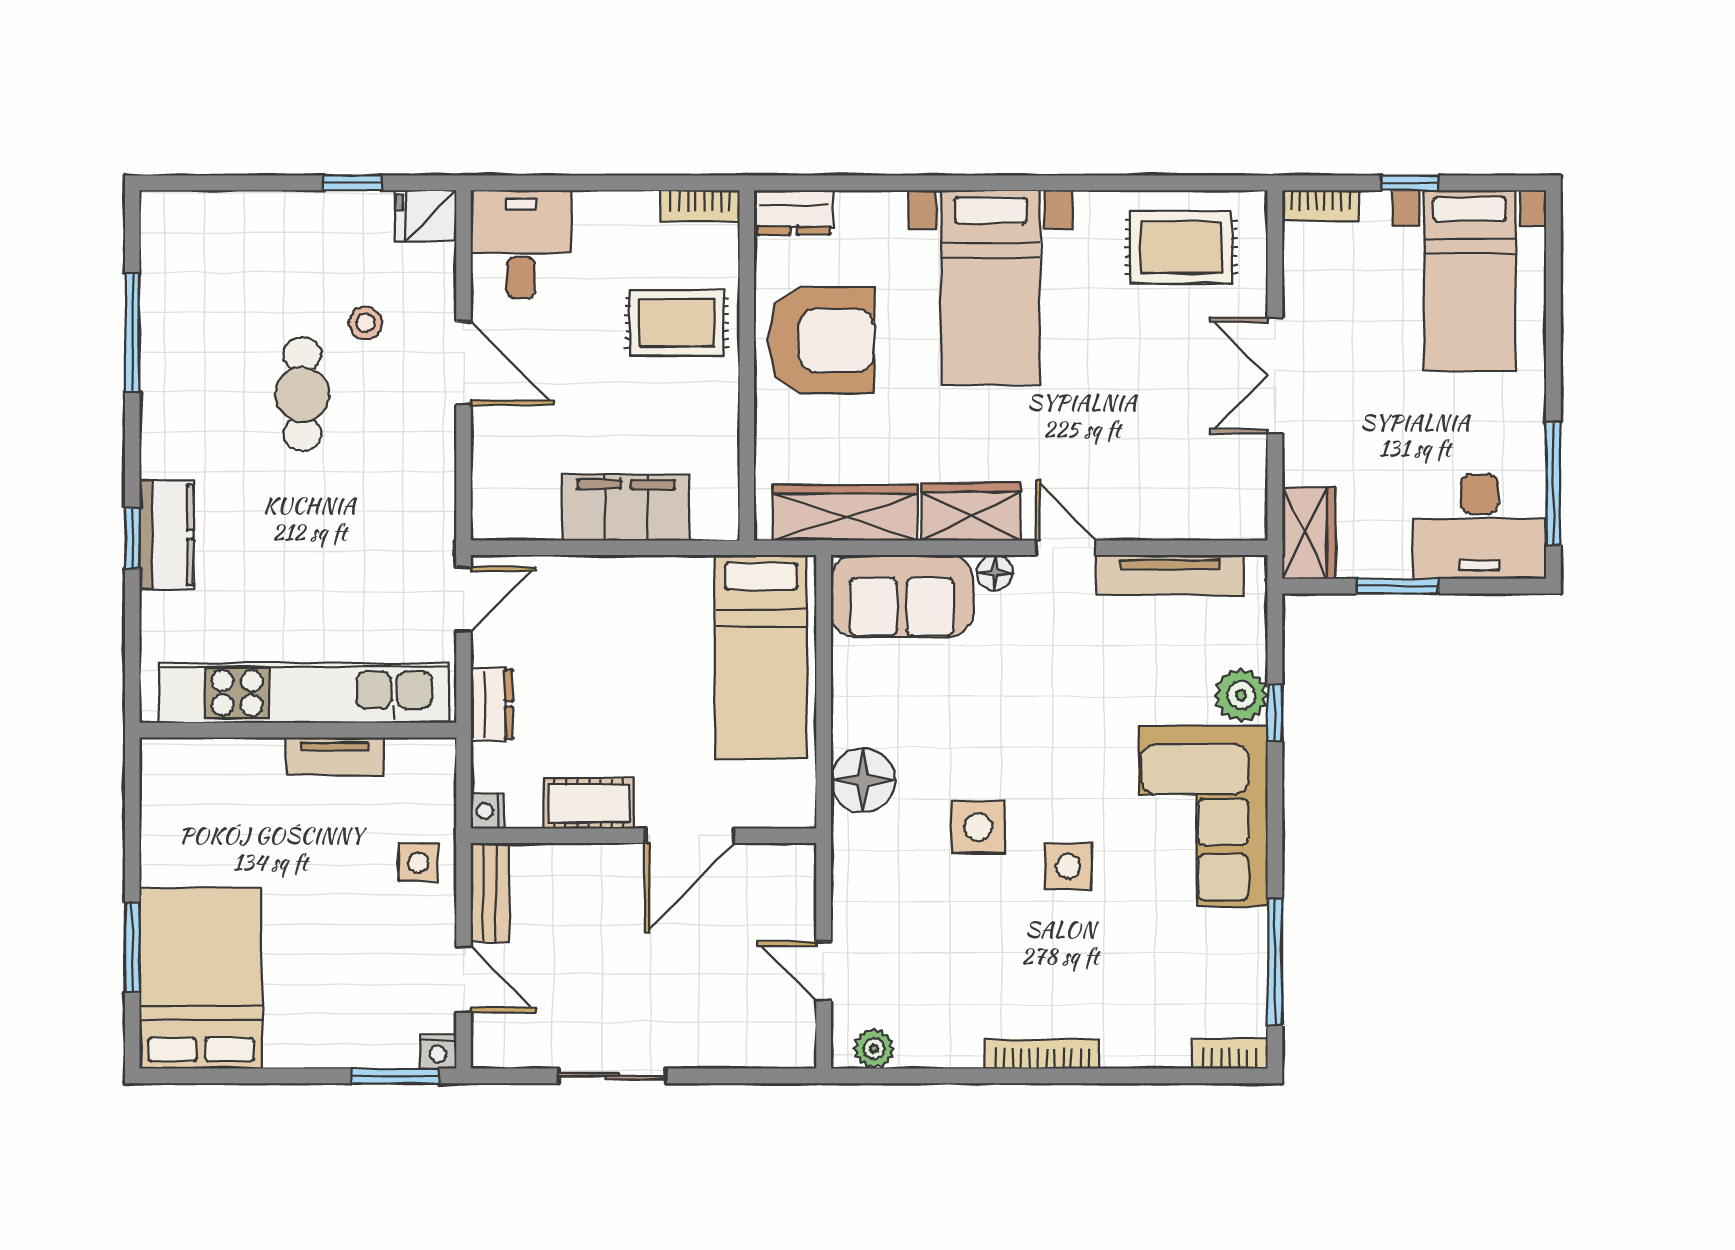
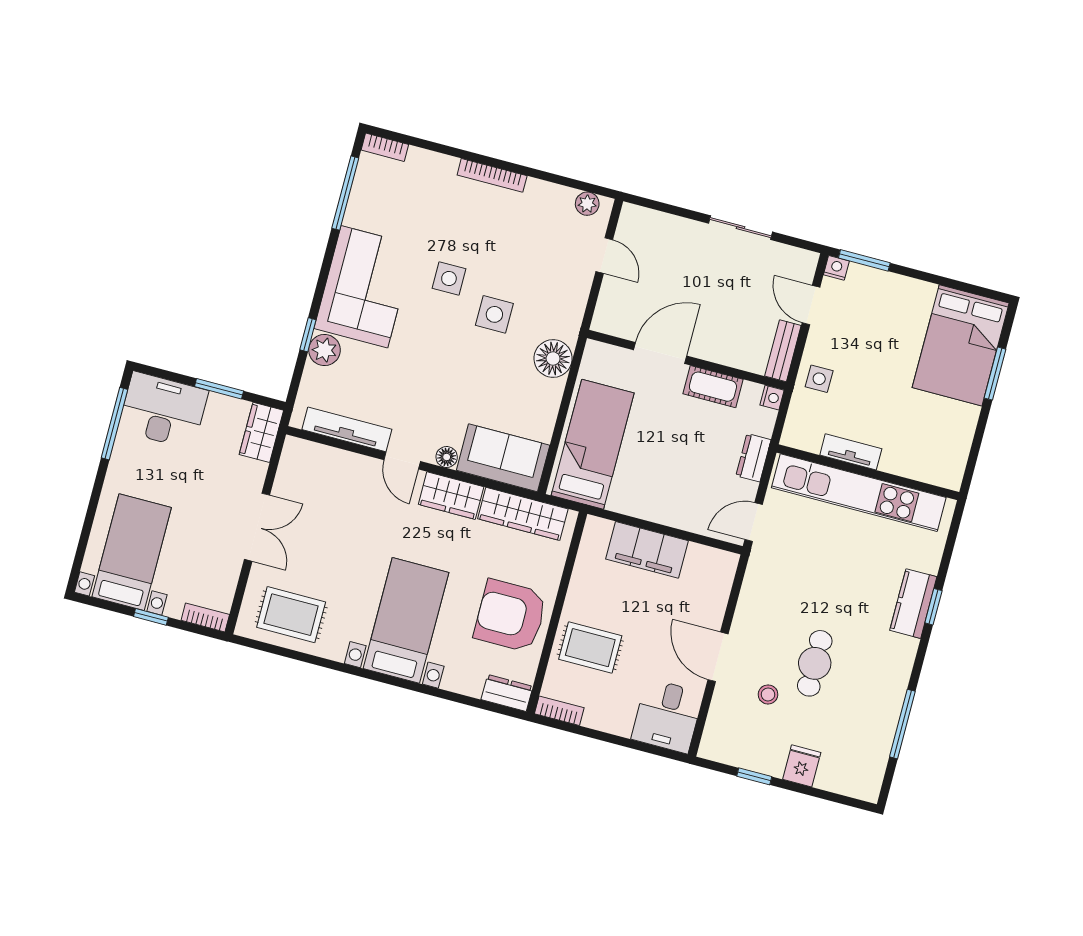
fridge: (426, 216) -> (802, 766), moved, turned -90

